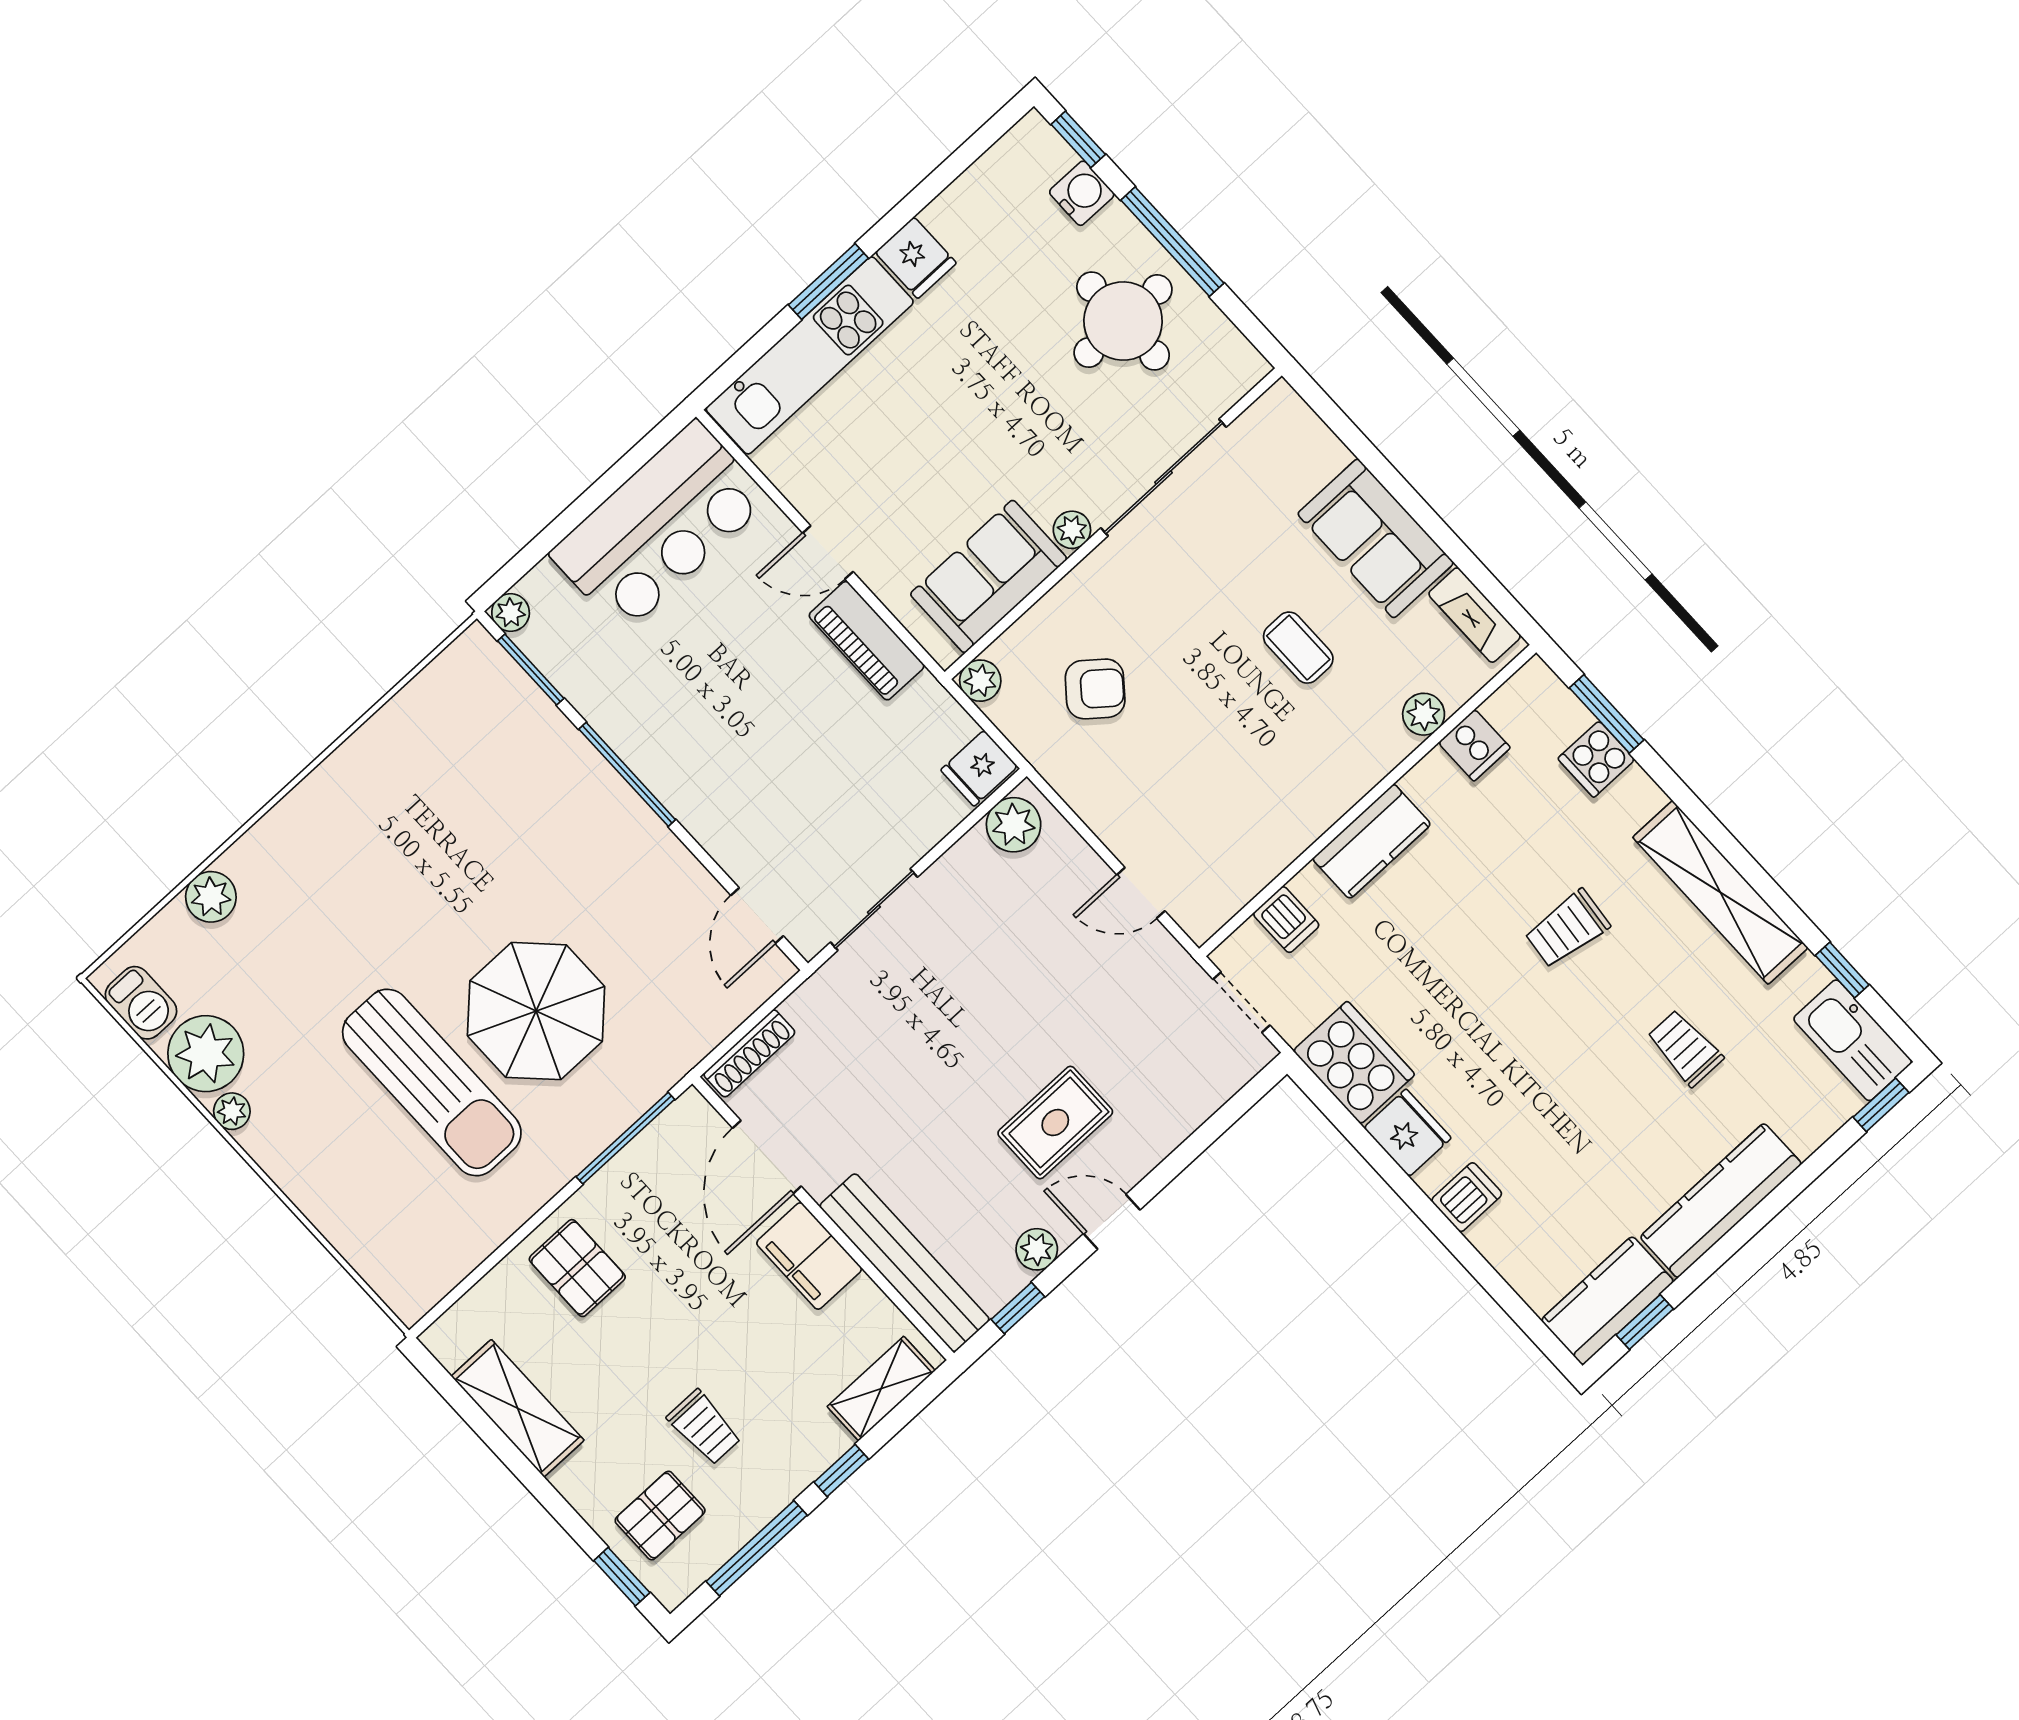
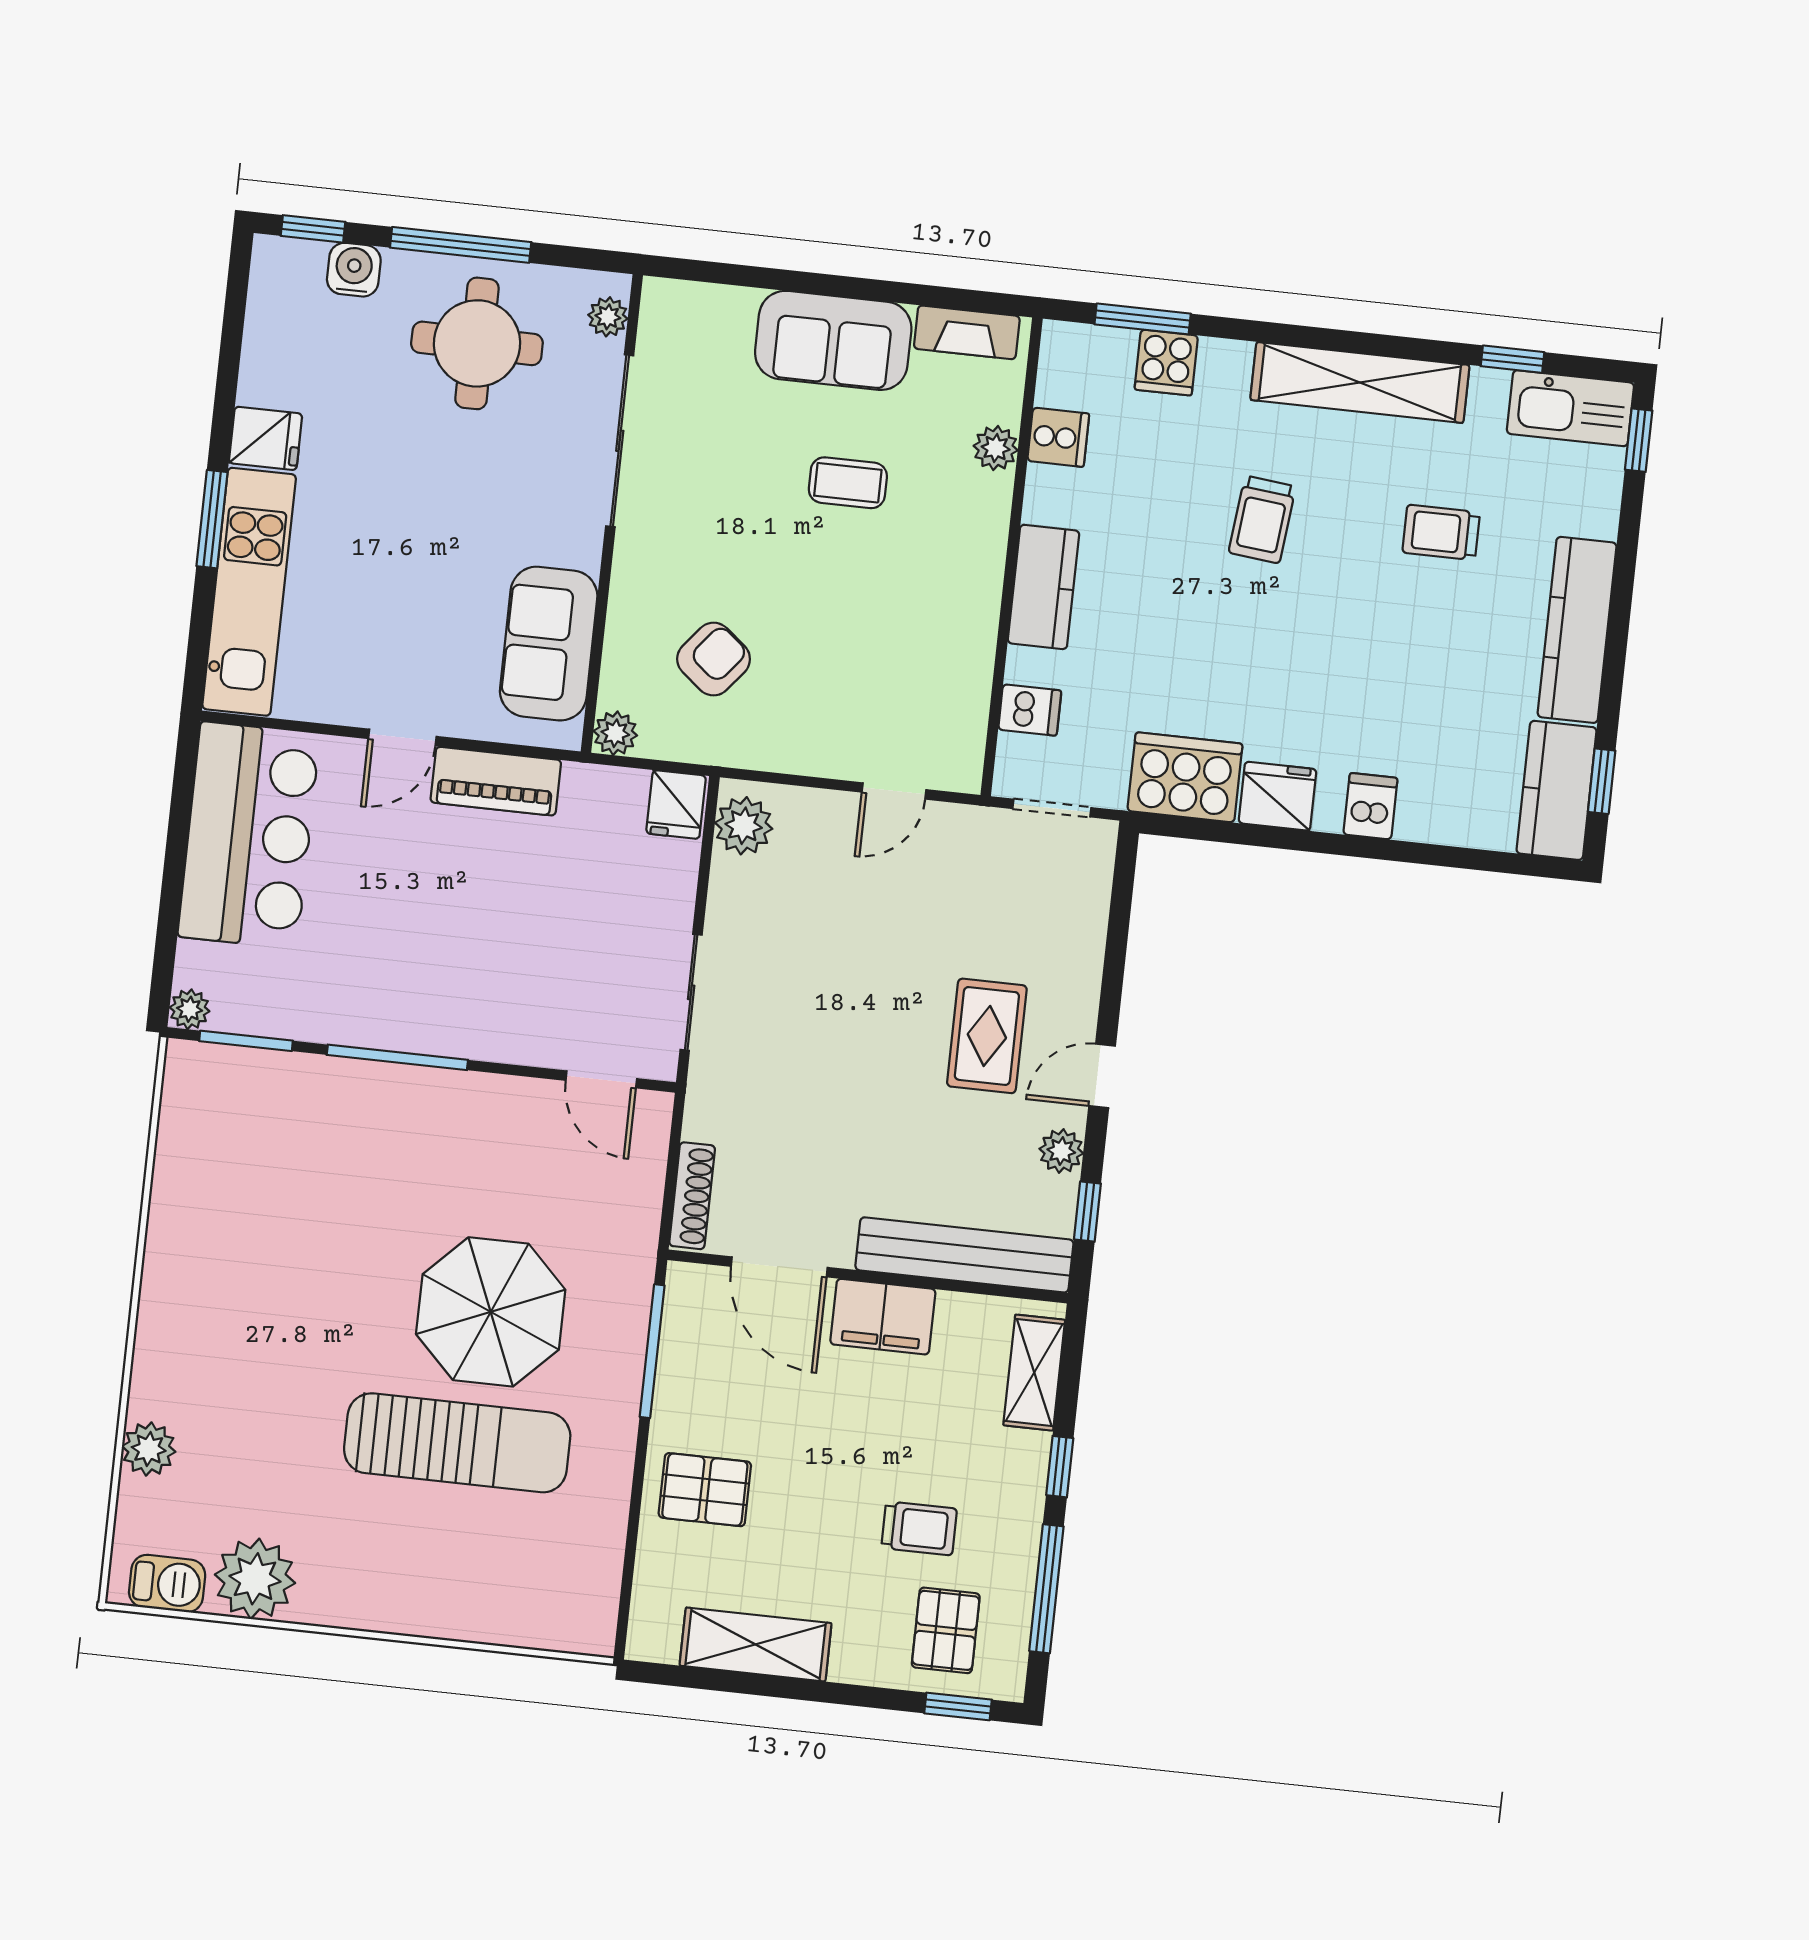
plant: (1072, 530) -> (608, 317), moved
plant: (232, 1111) -> (317, 1607), removed

